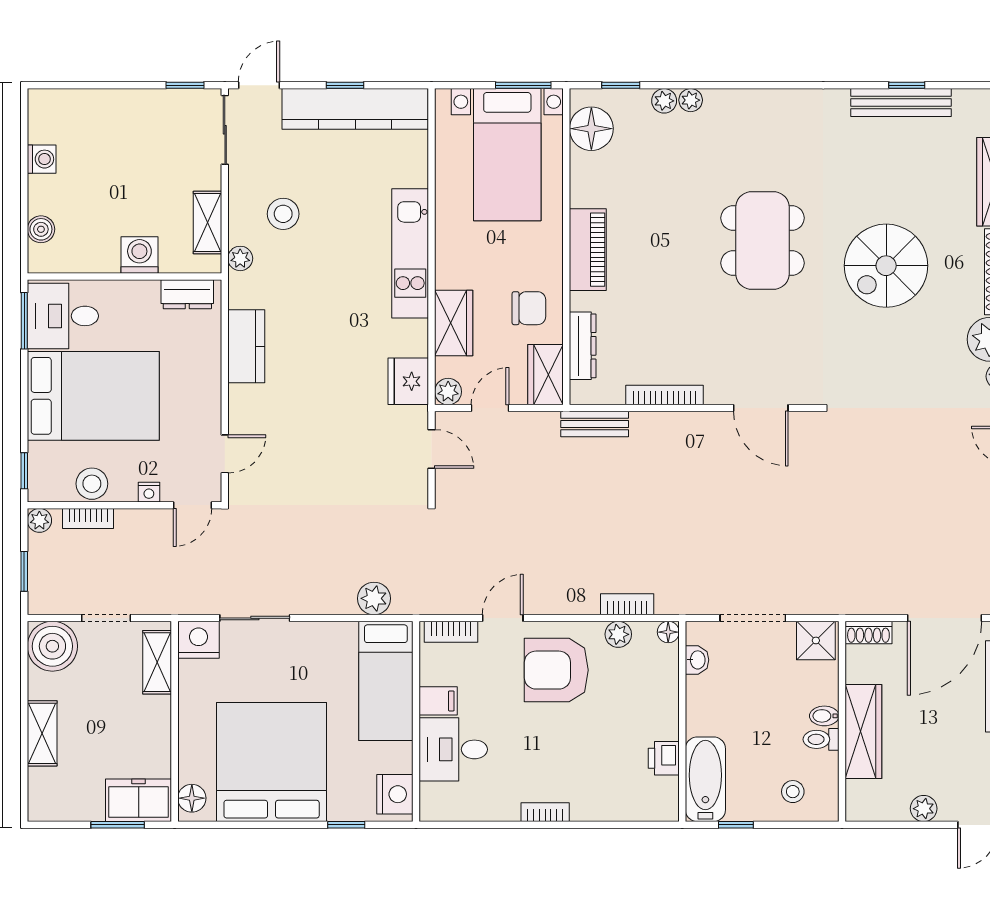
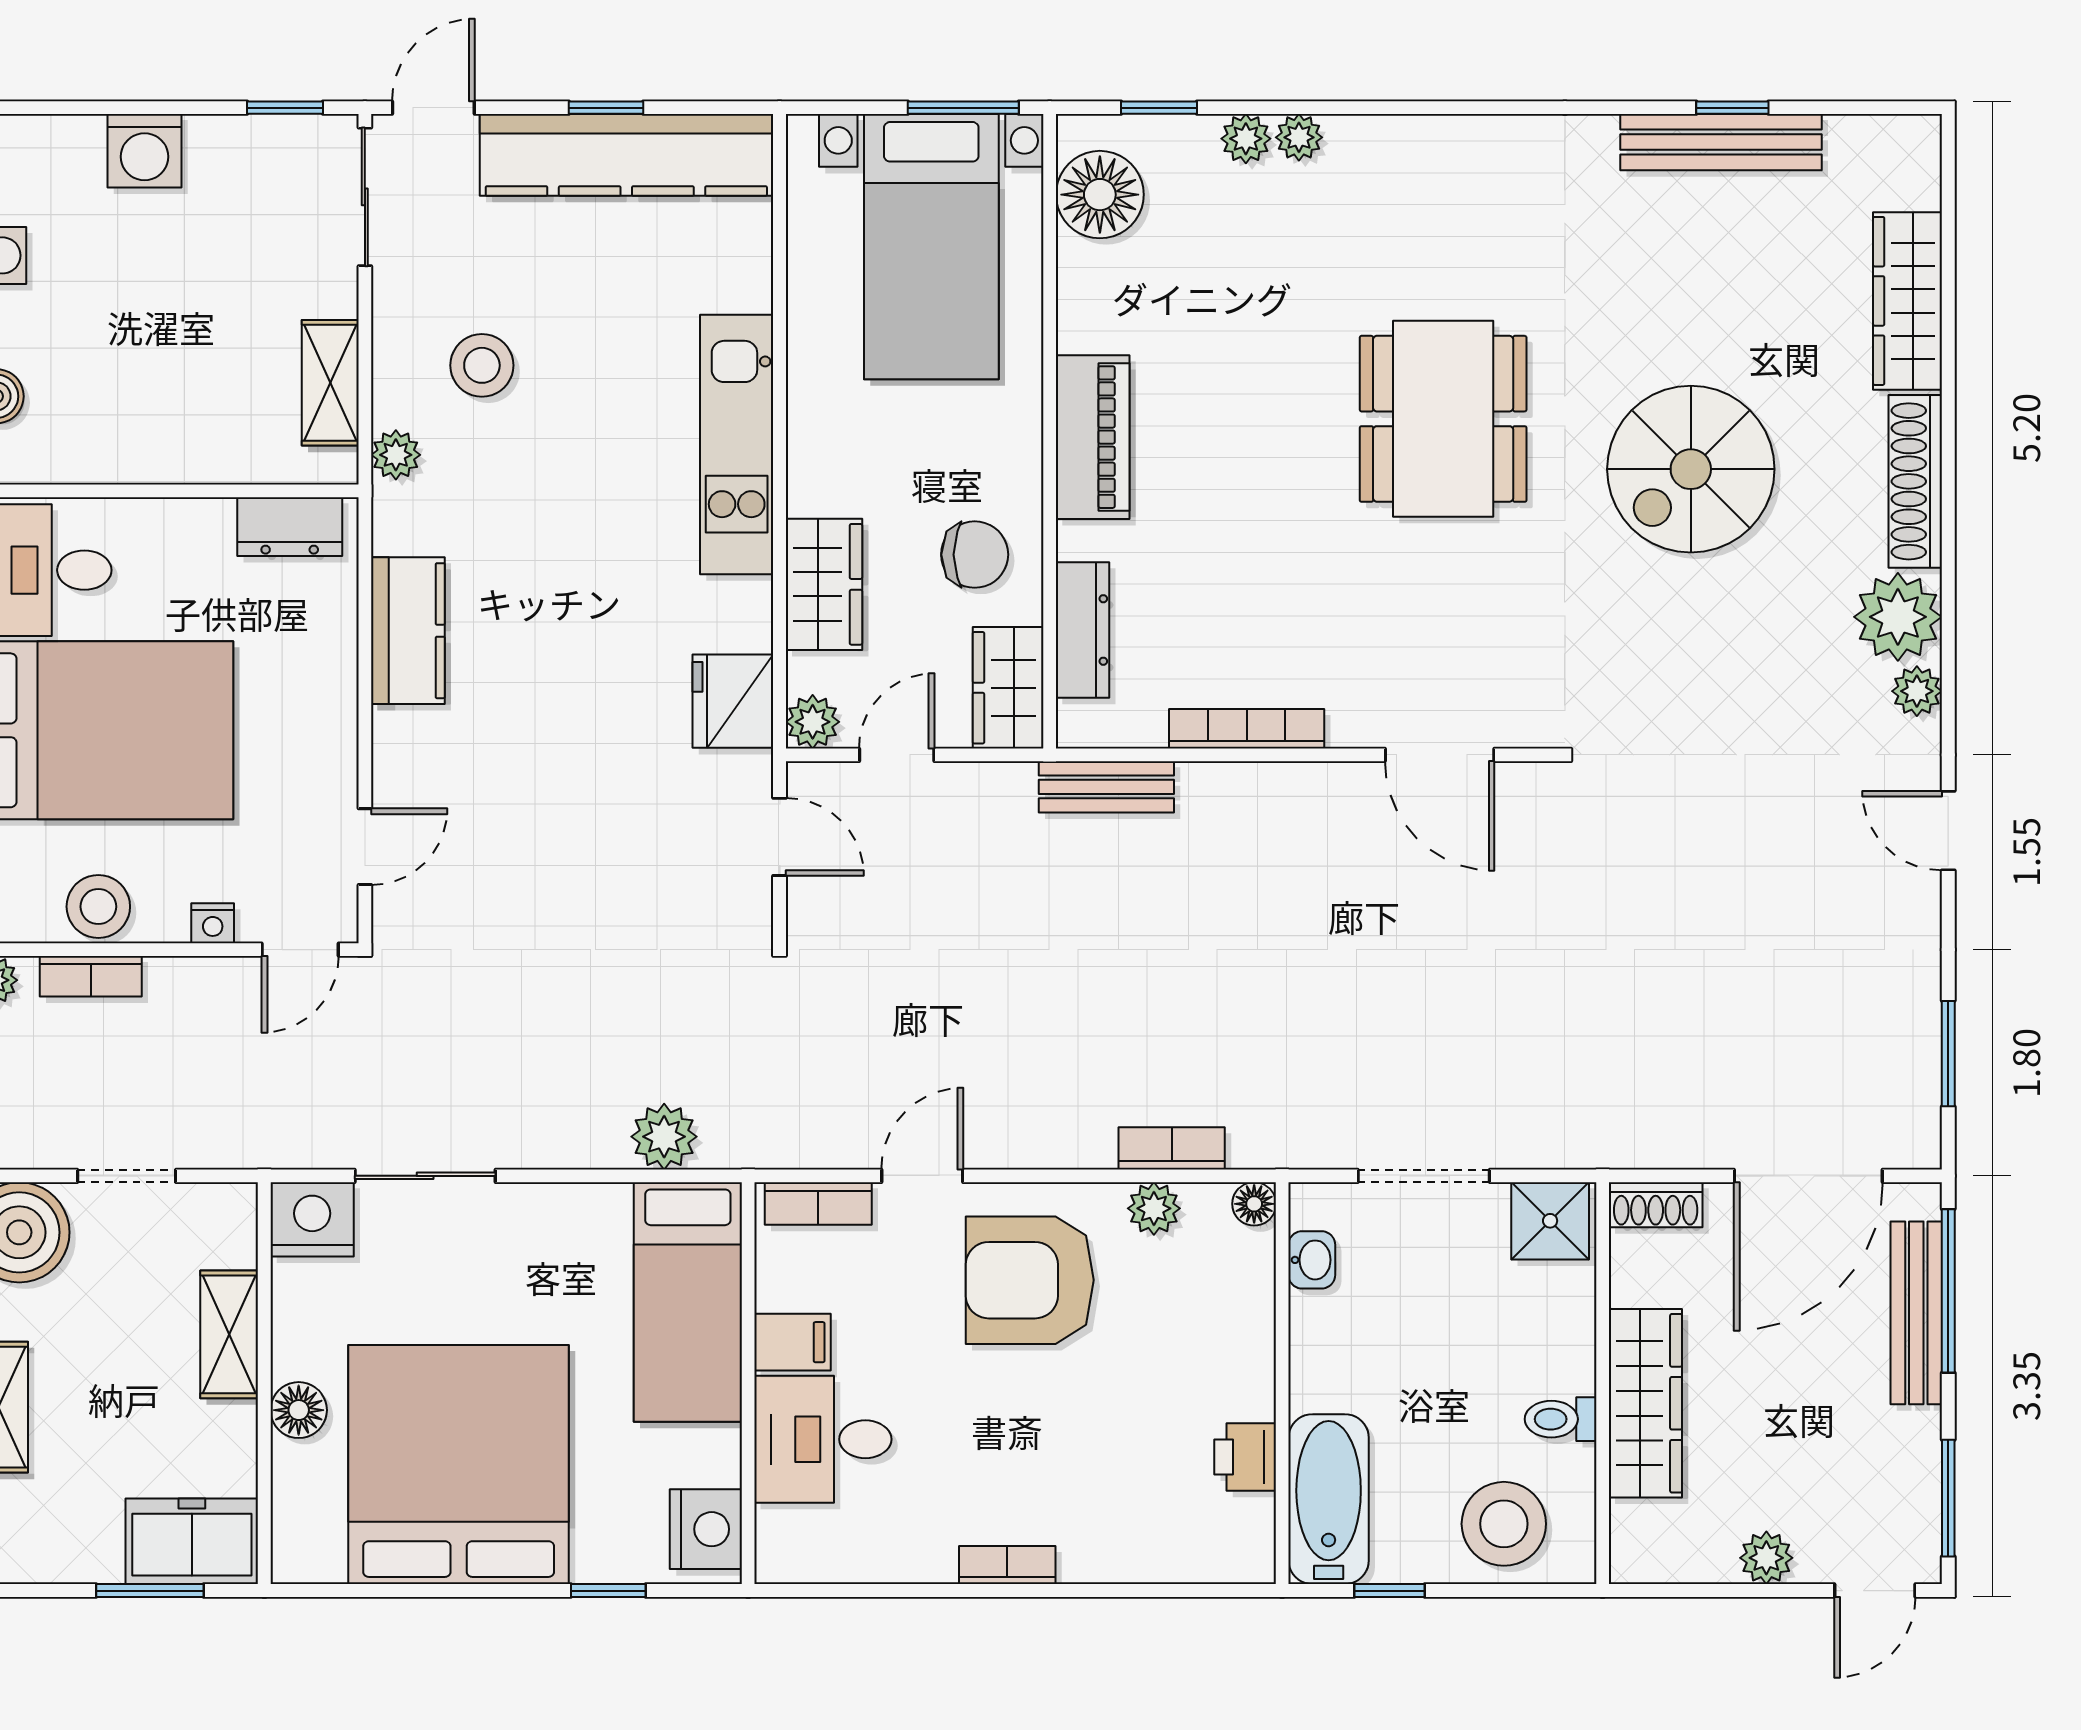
washing machine: (139, 255) -> (144, 151), moved, turned 180
shelving: (157, 662) -> (229, 1334), moved
bidet: (824, 716) -> (1567, 1372), removed
stool: (793, 792) -> (1504, 1524), width x1.89, depth x1.89
floor lamp: (192, 798) -> (299, 1410), moved

